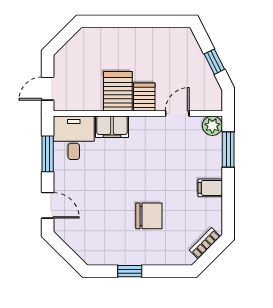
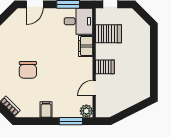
window: (214, 62) -> (128, 112), removed
server rack: (118, 91) -> (109, 34), moved
door: (177, 113) -> (94, 88), swing flipped

